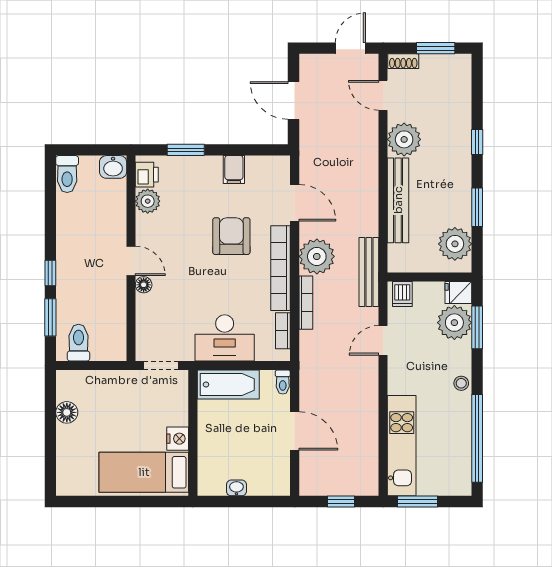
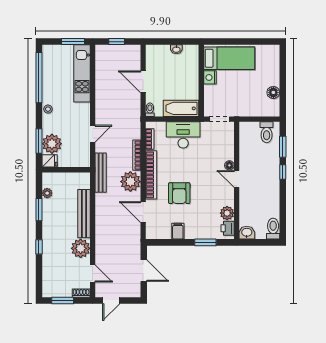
plant: (455, 244) -> (47, 193), width x0.53, depth x0.53
dishwasher: (402, 294) -> (82, 160), removed

